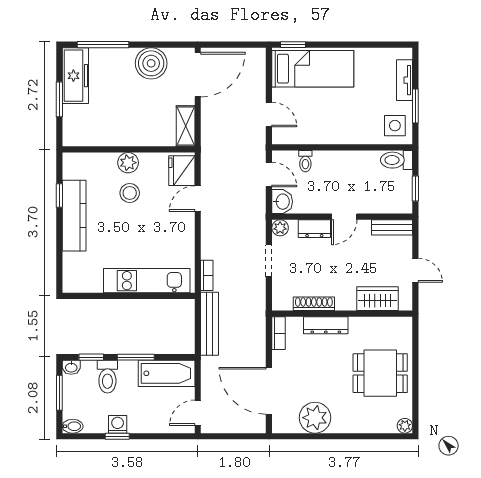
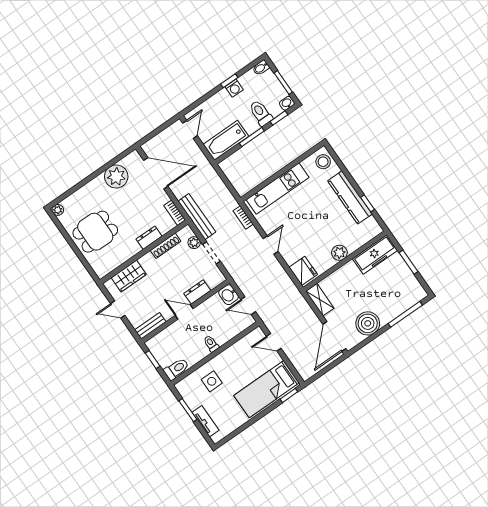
freezer: (75, 76) -> (375, 255), moved, turned -90
side table: (395, 126) -> (212, 381), moved
toilet: (305, 161) -> (211, 344), moved
stool: (130, 193) -> (323, 162), moved
door: (198, 199) -> (271, 245), moved
door: (344, 217) -> (184, 312), hinge flipped
plant: (280, 228) -> (194, 243), moved
bench: (210, 324) -> (197, 217), moved
dresser: (326, 325) -> (149, 238), width x0.70

